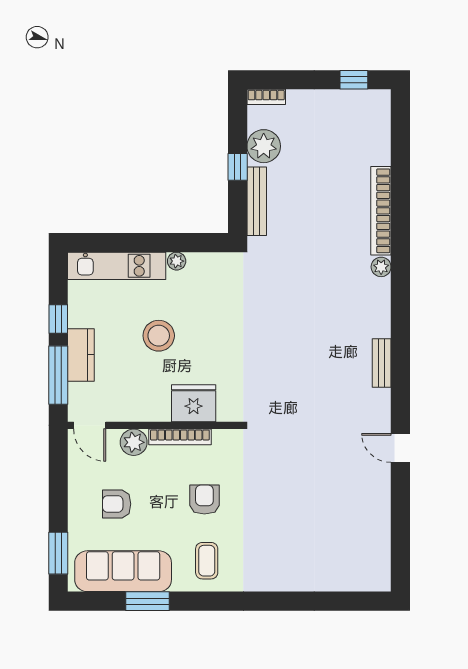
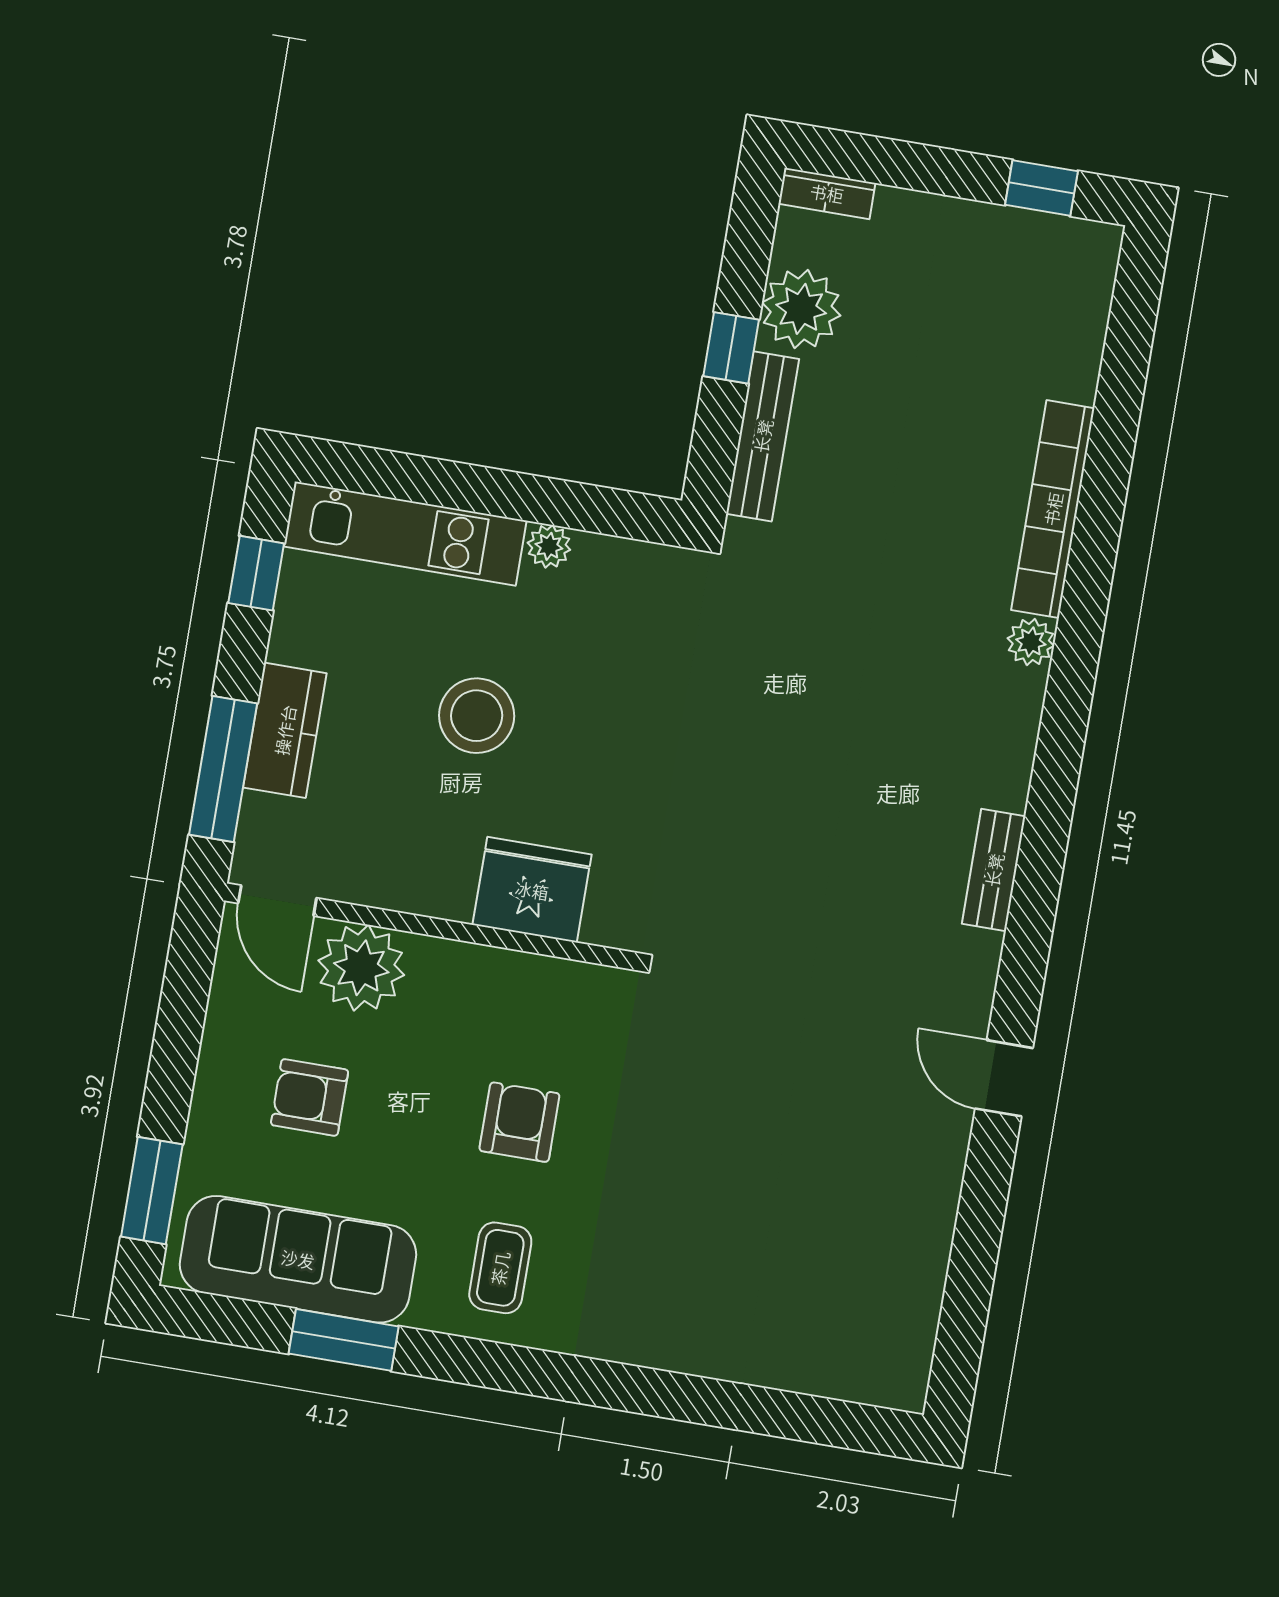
window: (58, 319) -> (256, 573), moved
bookcase: (180, 437) -> (486, 964), removed
plant: (134, 442) -> (361, 968), width x1.36, depth x1.36

